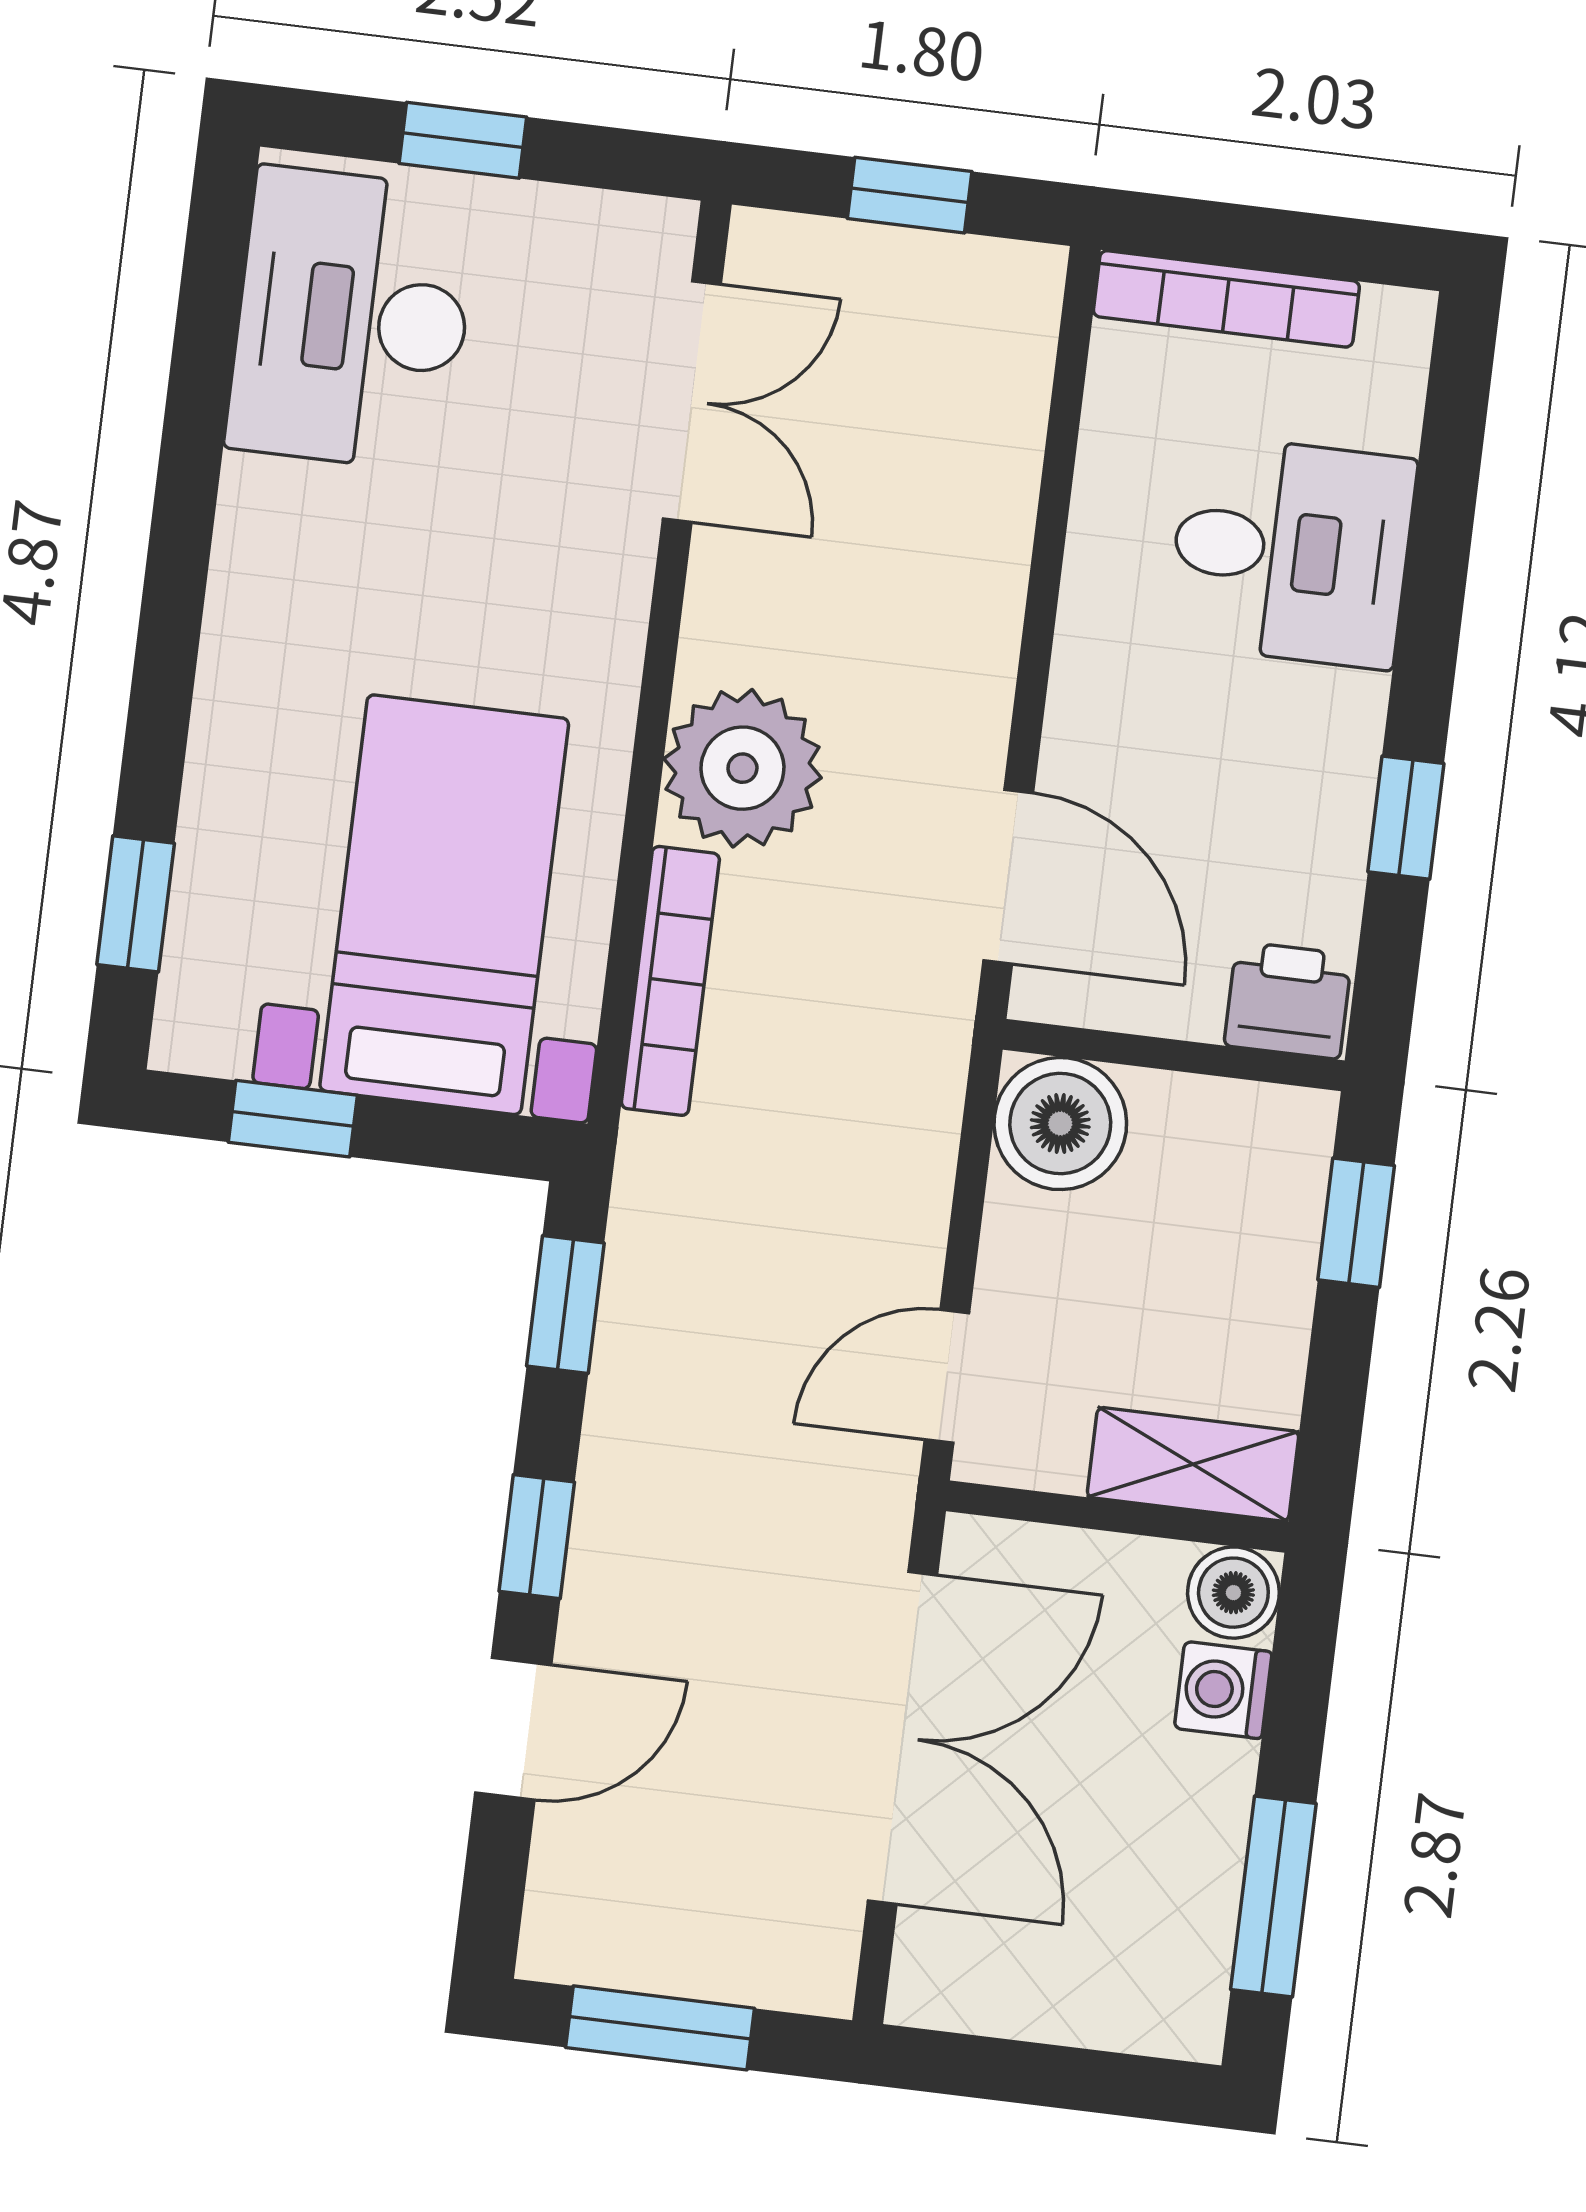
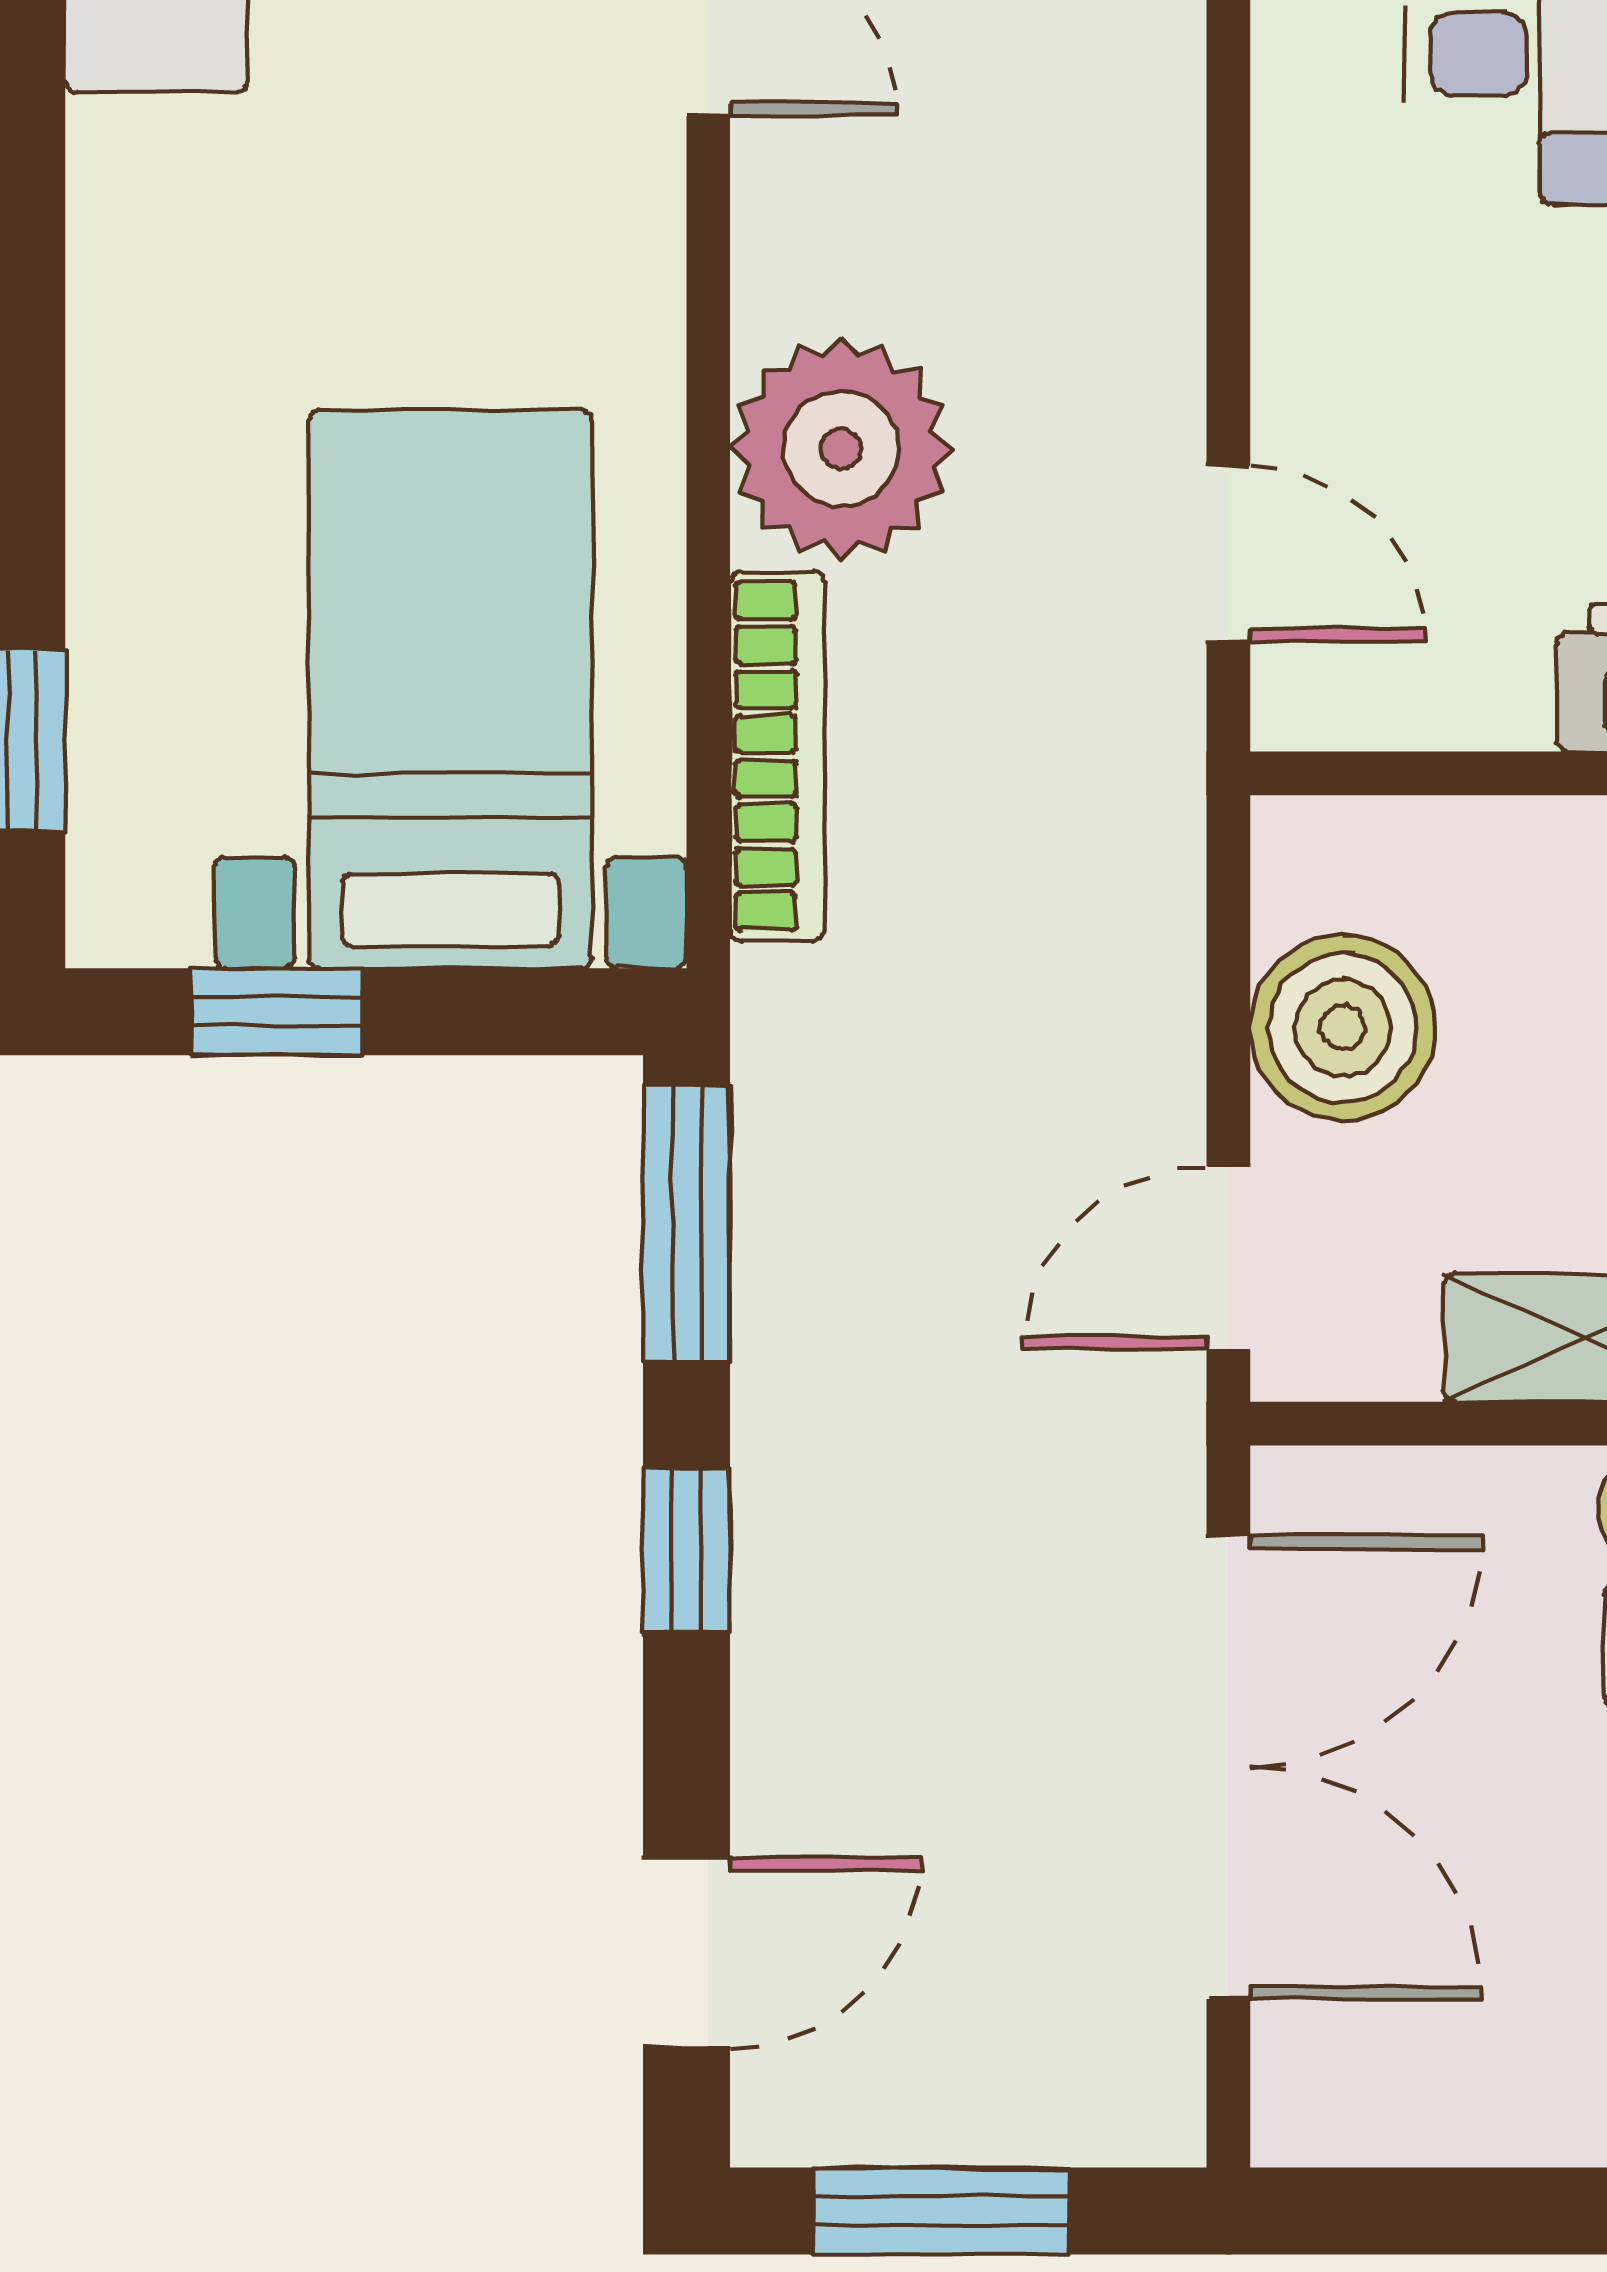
door: (1008, 877) -> (1228, 554), width x0.73
boiler: (1060, 1124) -> (1343, 1028), moved
window: (565, 1304) -> (687, 1223), width x1.50
door: (513, 1729) -> (687, 1953), moved

